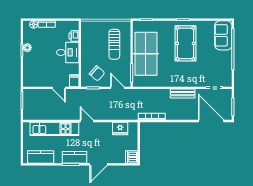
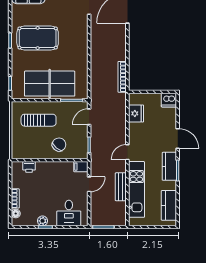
desk: (68, 52) -> (69, 213), moved, turned 180
chair: (97, 73) -> (59, 145), moved
bench: (183, 94) -> (121, 187), moved

